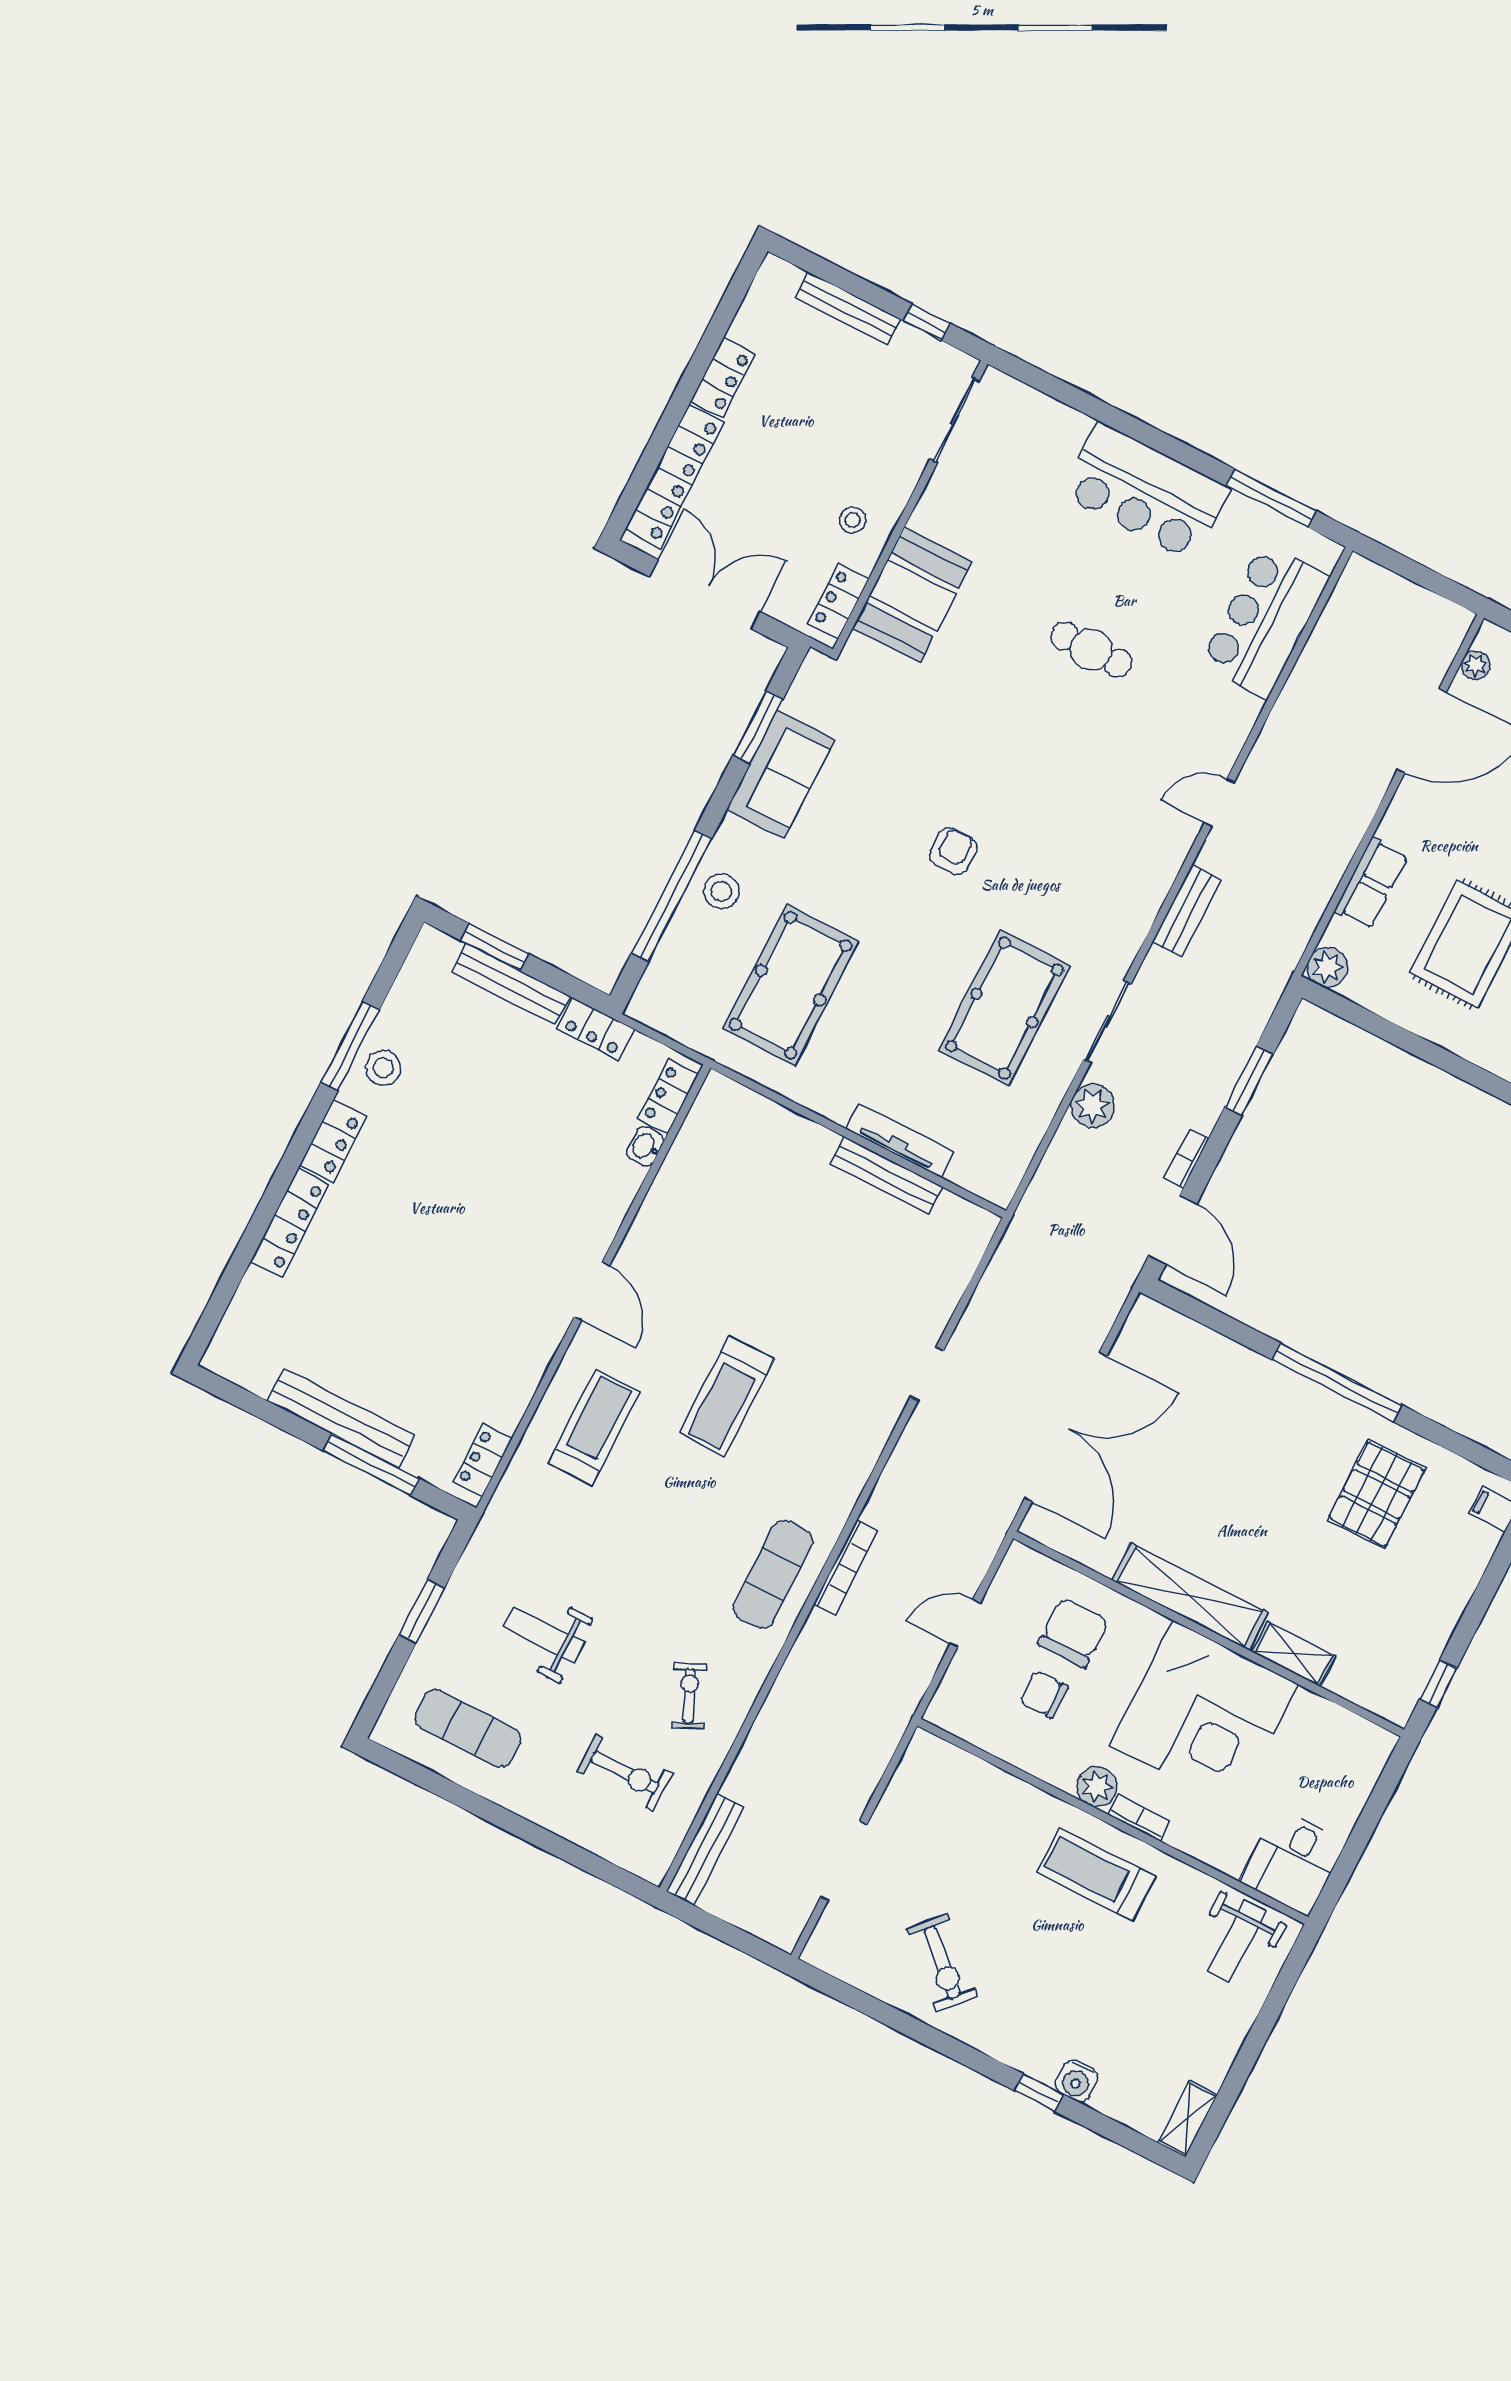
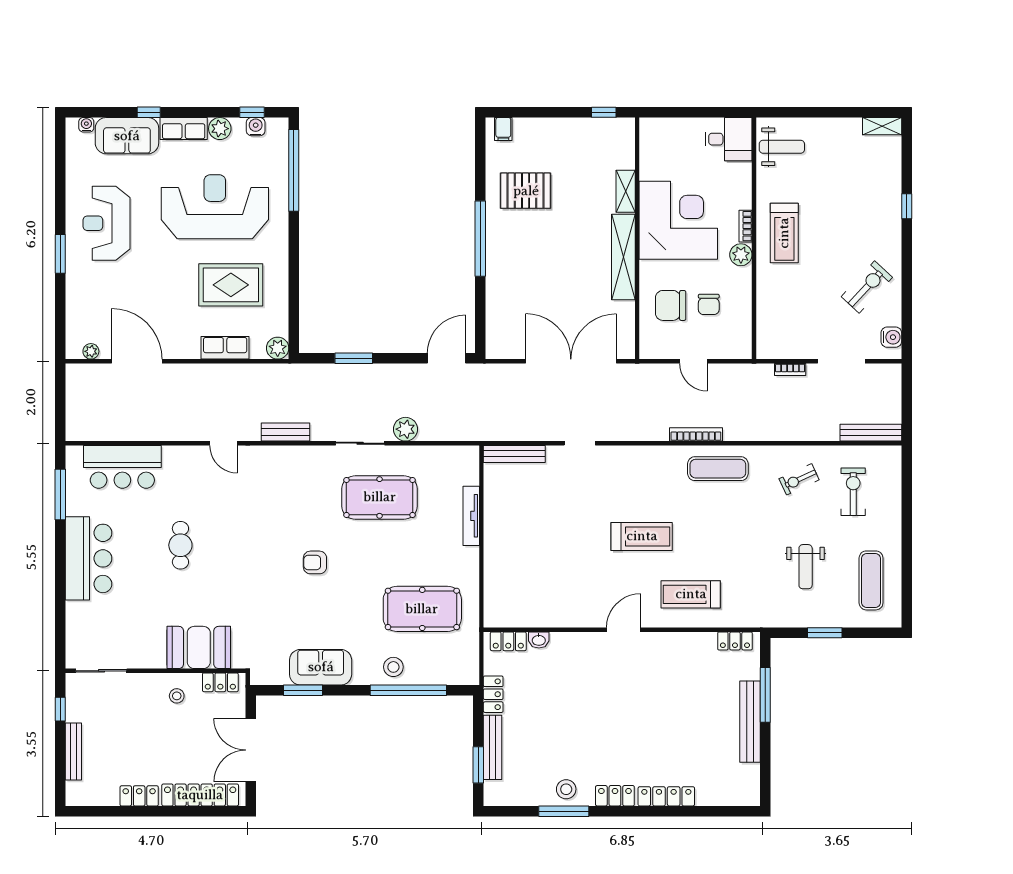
bookcase: (1186, 1158) -> (790, 370), moved
bench: (887, 1176) -> (514, 454), moved, turned 90
water cooler: (1077, 2081) -> (891, 337), moved

